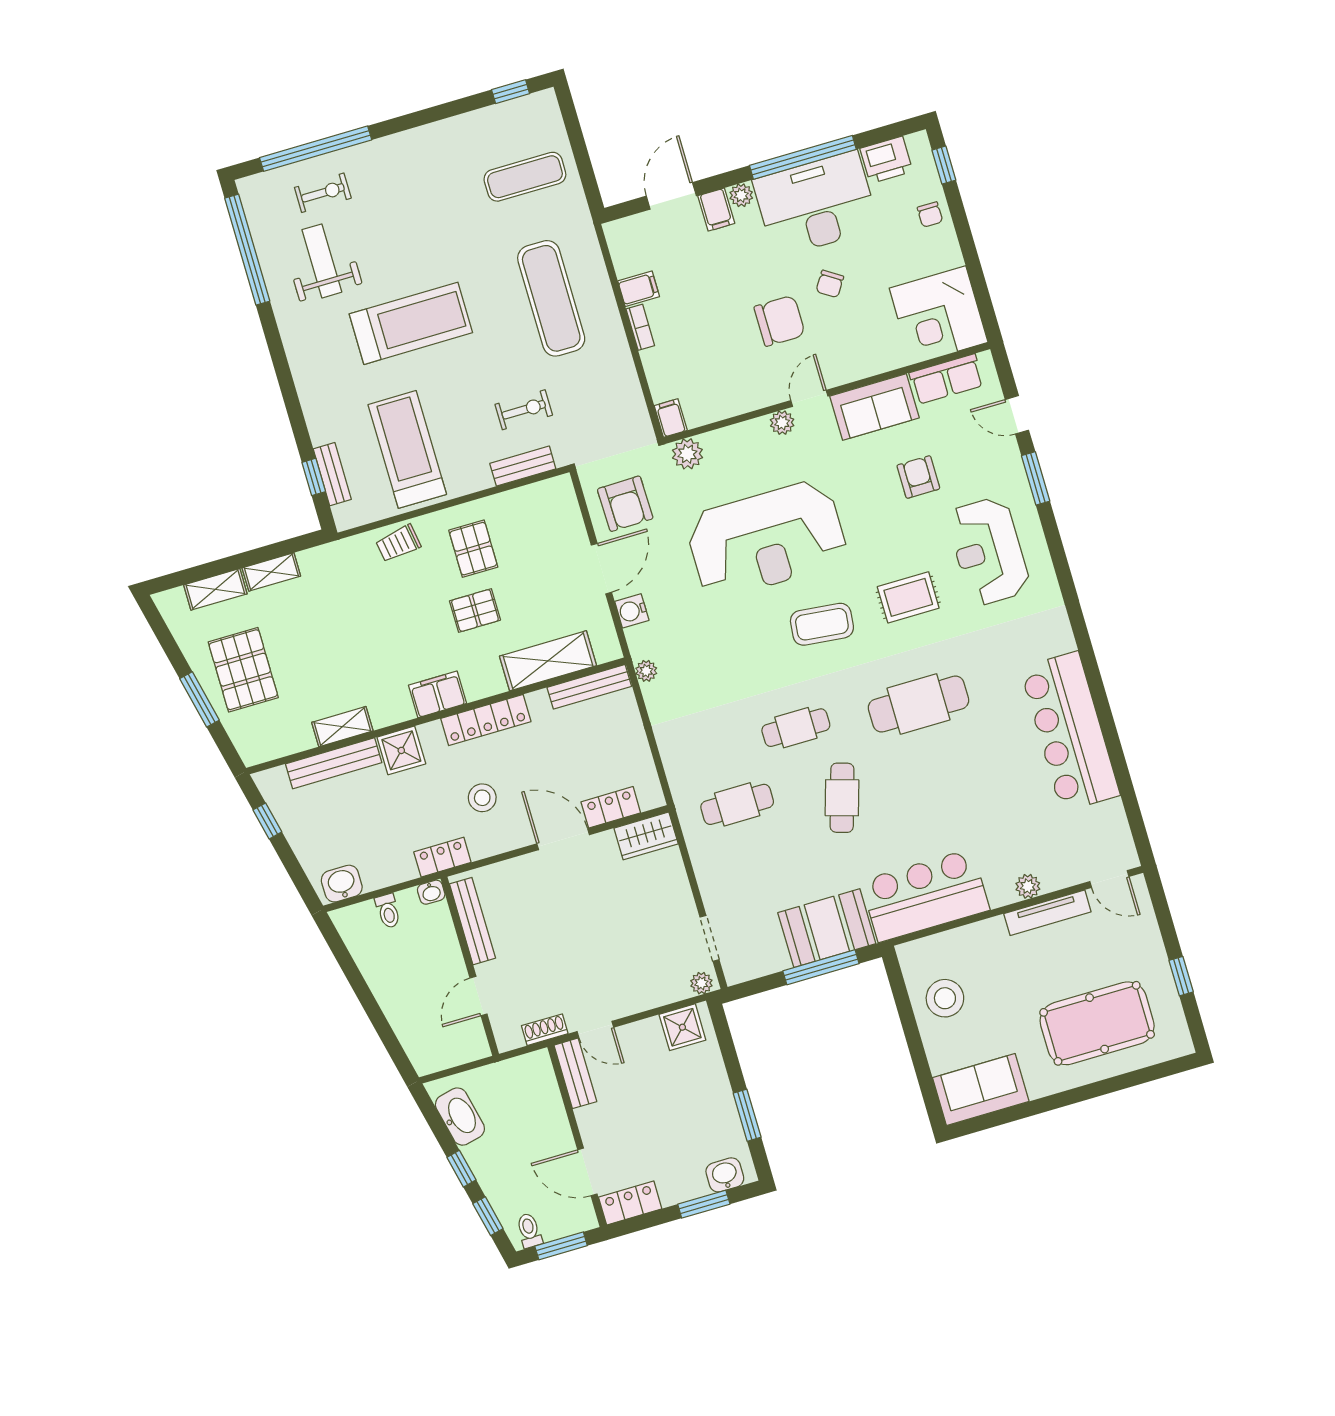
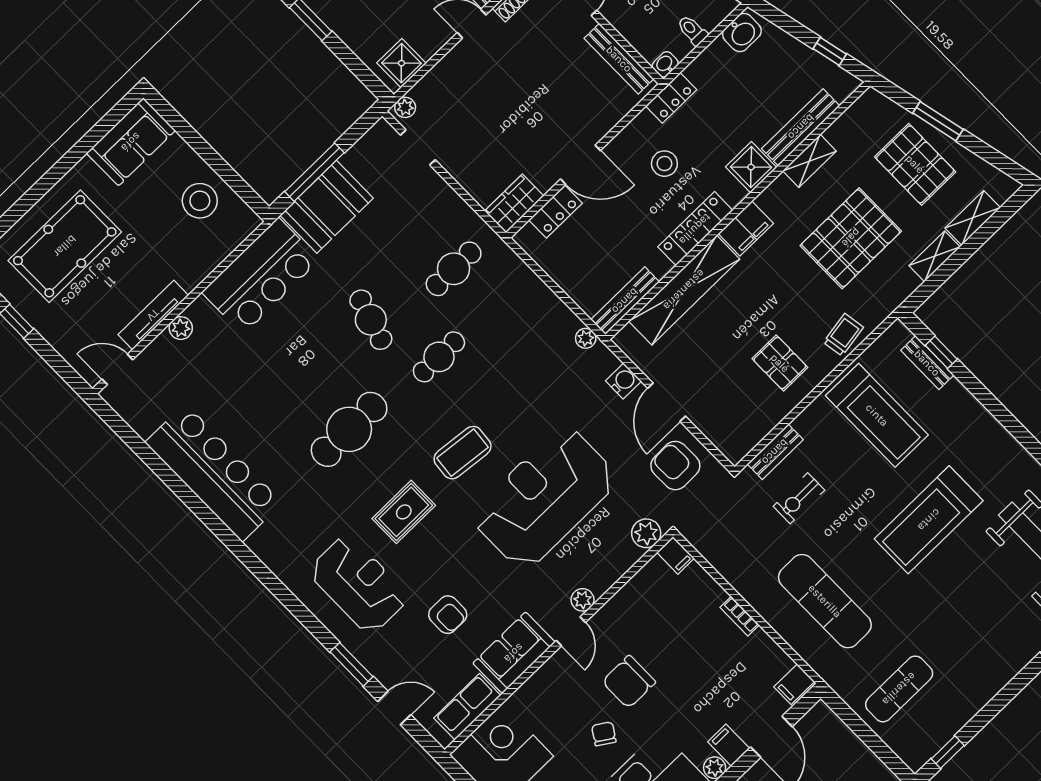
filing cabinet: (639, 289) -> (794, 684), moved
pallet: (475, 611) -> (851, 238), moved, width x2.05, depth x2.00
shelving: (548, 661) -> (684, 290), width x1.47

